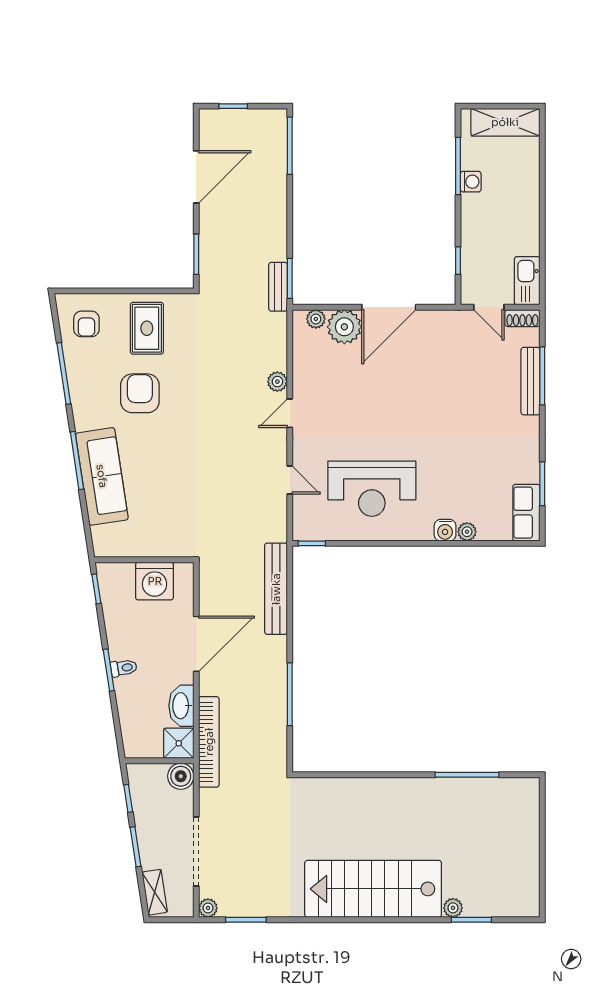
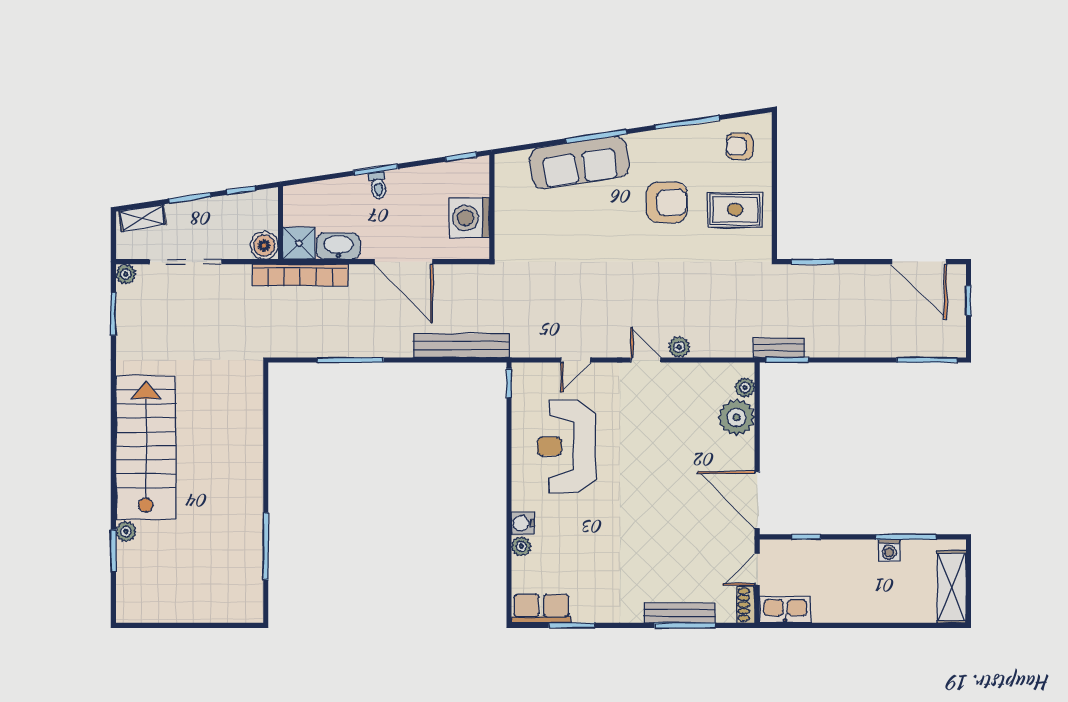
door: (196, 177) -> (919, 262), moved
door: (389, 307) -> (757, 500), moved

